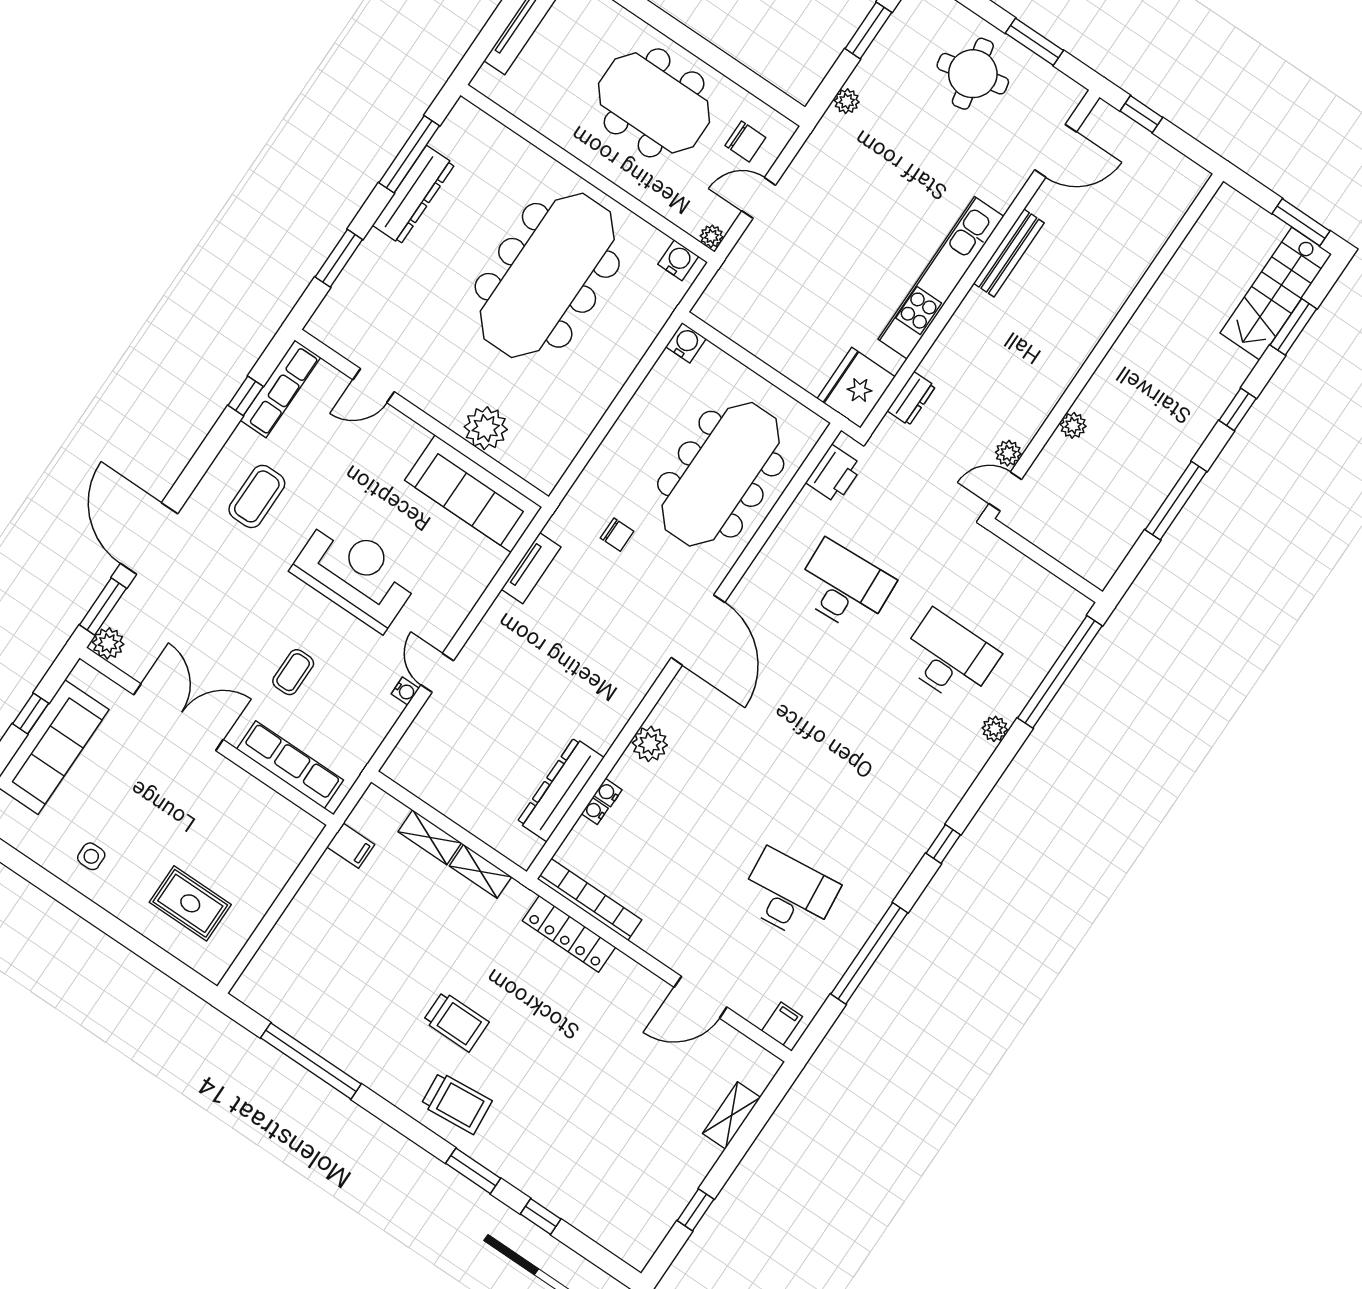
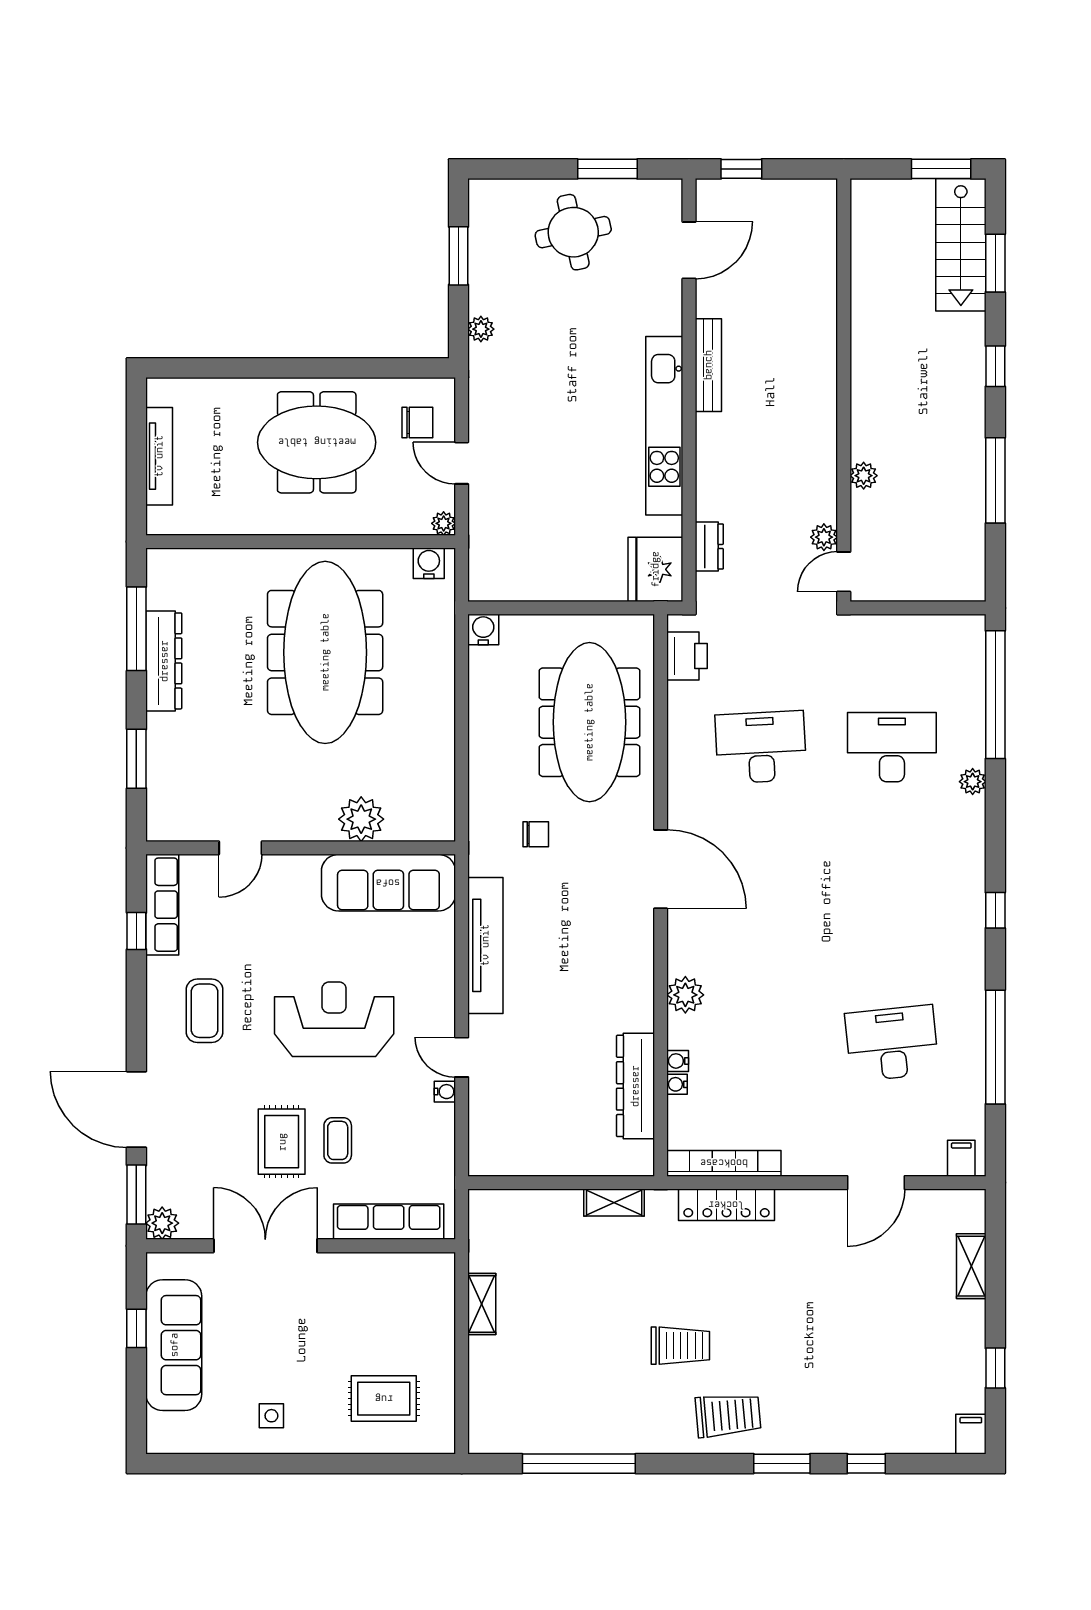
door: (759, 198) -> (462, 463), hinge flipped
tv unit: (531, 568) -> (485, 945), width x1.92, depth x1.29
rug: (248, 643) -> (282, 1142), added
shelving: (430, 837) -> (482, 1304), moved, turned 90
filing cabinet: (351, 846) -> (971, 1434), moved, turned -90

